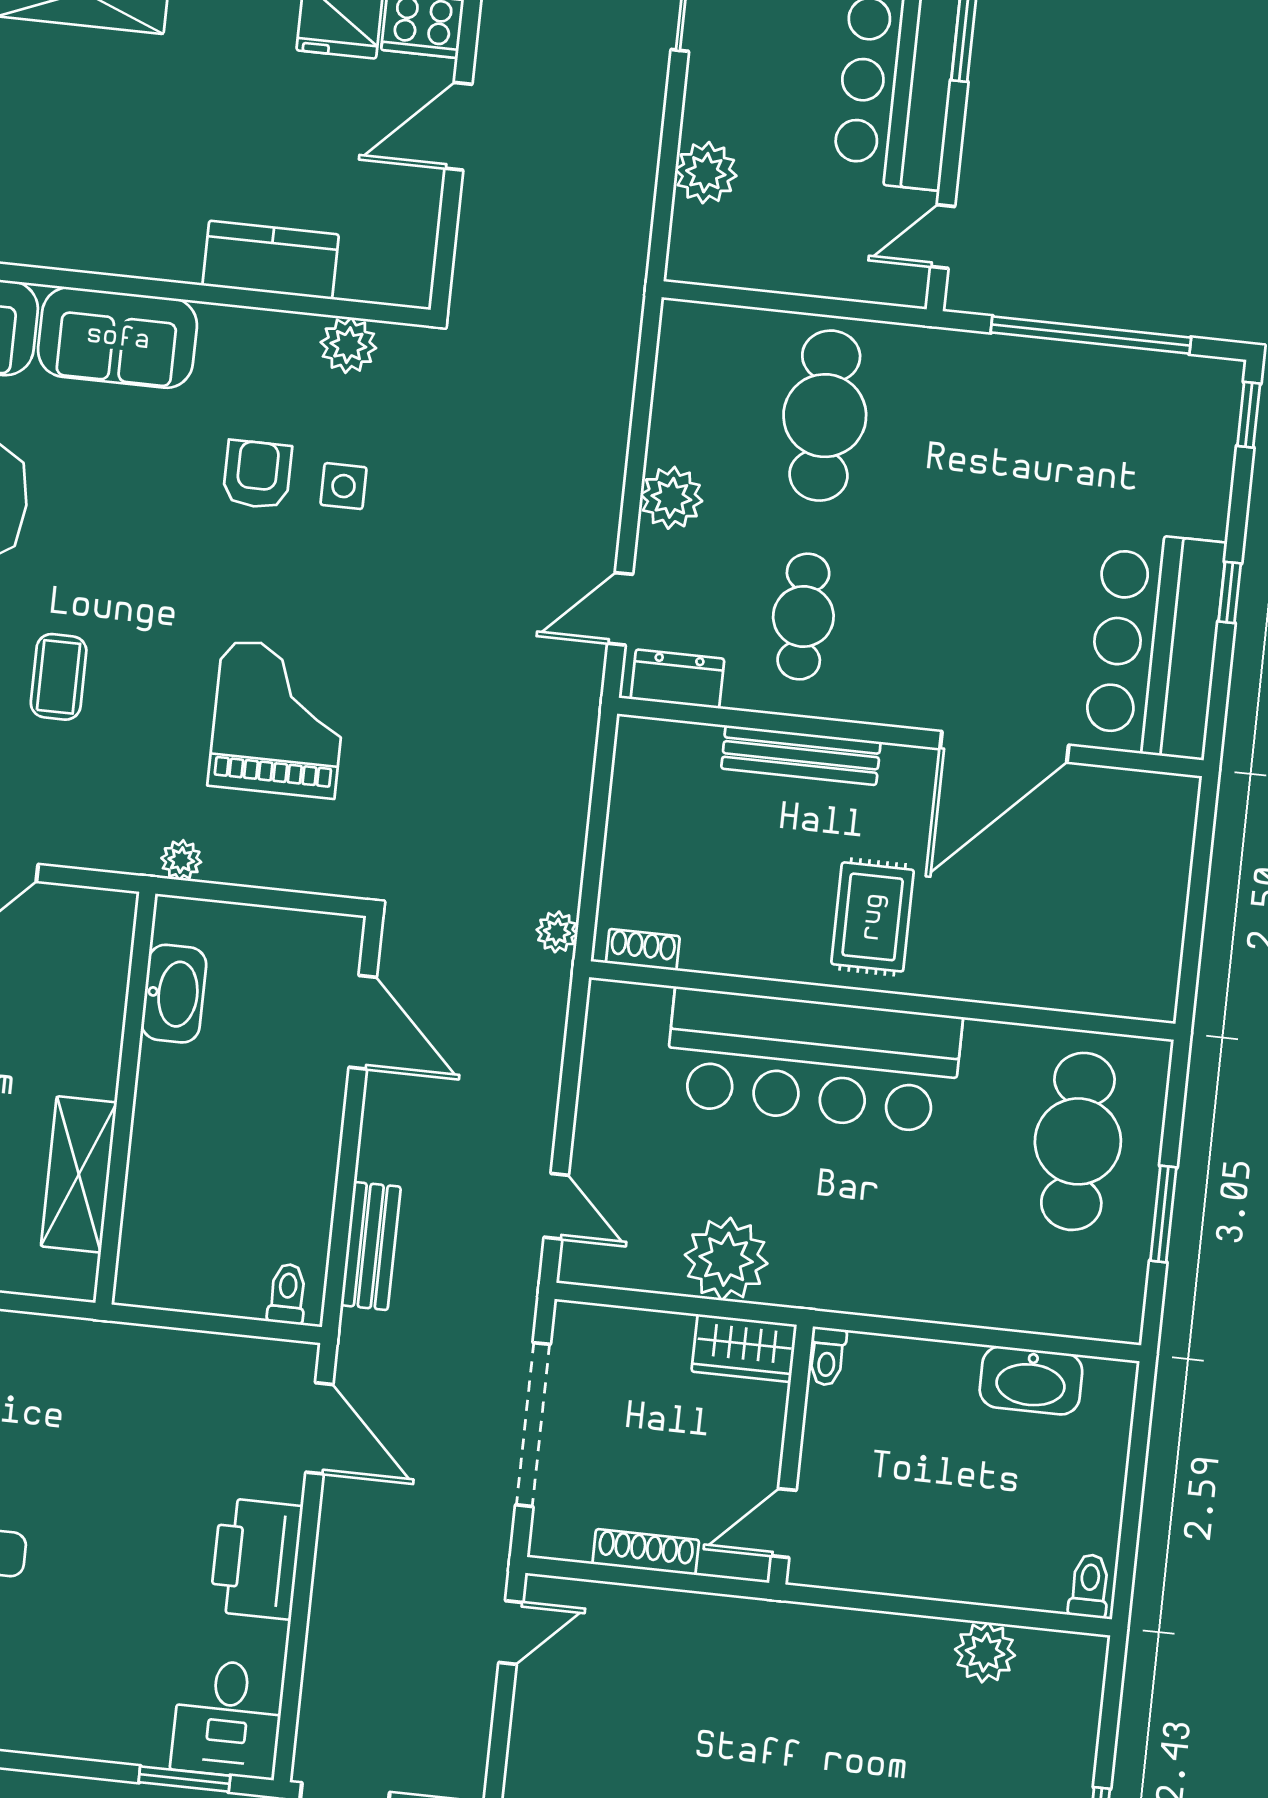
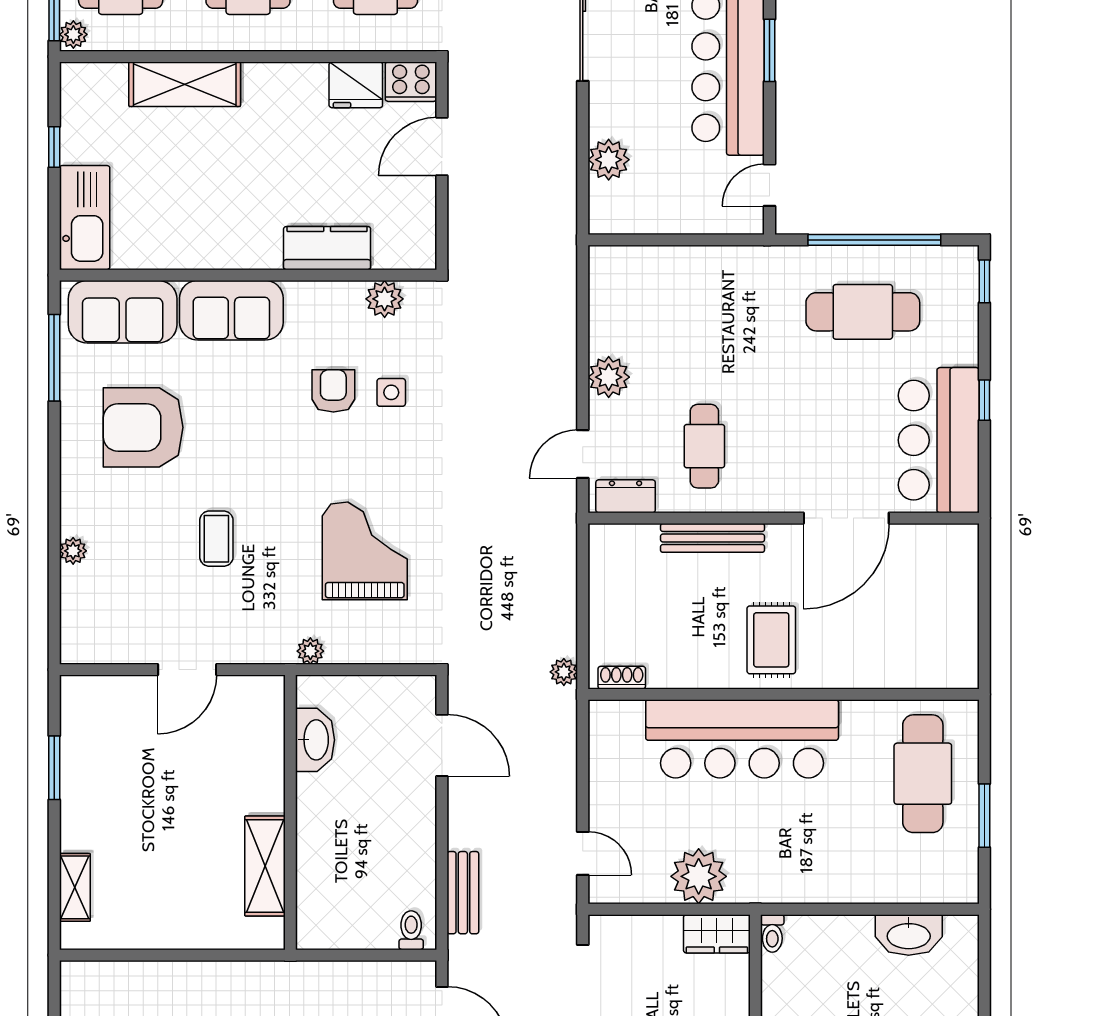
cafe table: (825, 416) -> (863, 312), moved, turned 90

